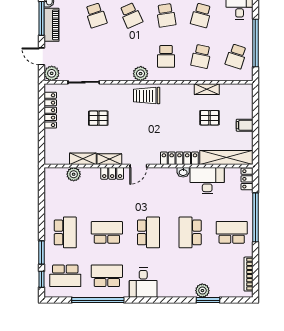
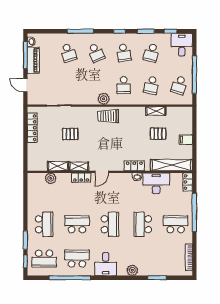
plant: (52, 73) -> (33, 99), removed
locker: (179, 158) -> (134, 166), width x0.66
plant: (202, 291) -> (132, 270), moved

